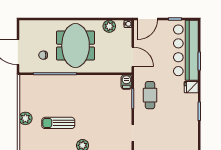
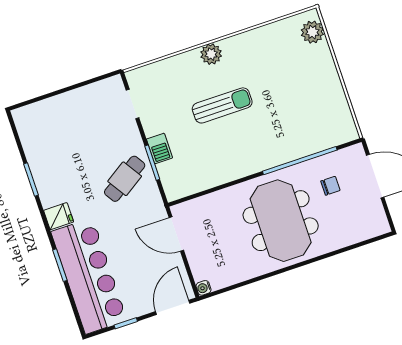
plant: (109, 26) -> (234, 273), removed
barbecue: (126, 82) -> (159, 148), moved
cafe table: (150, 95) -> (125, 179), turned 57
plant: (25, 118) -> (312, 32), moved
sun lounger: (58, 123) -> (222, 105), moved

